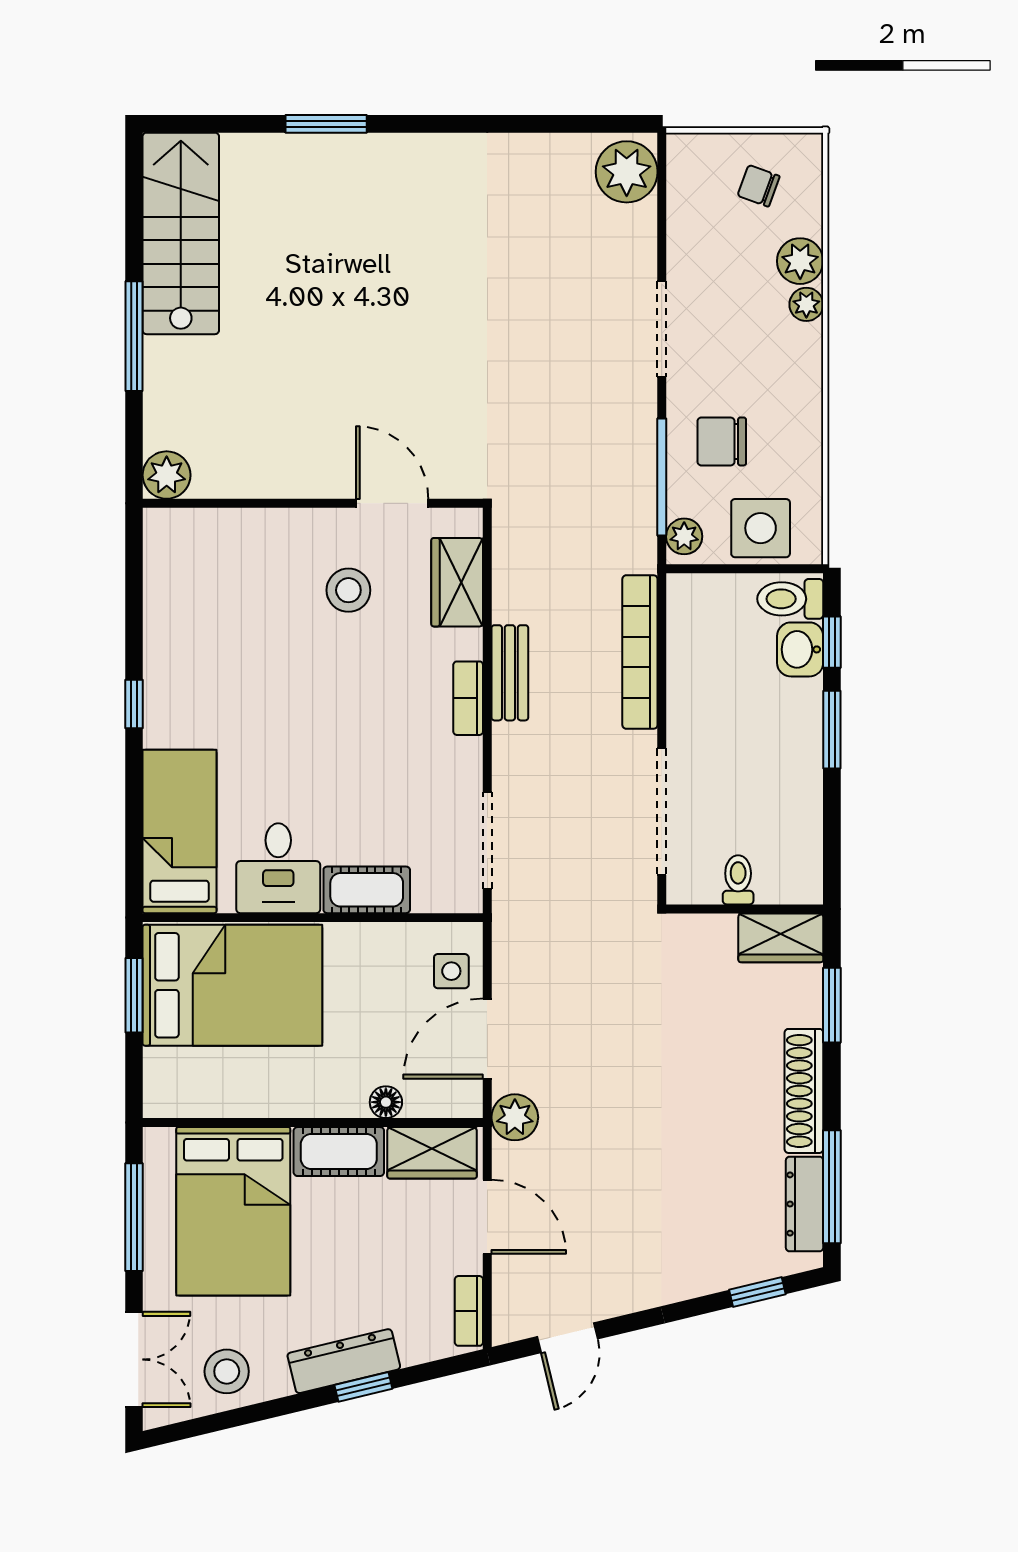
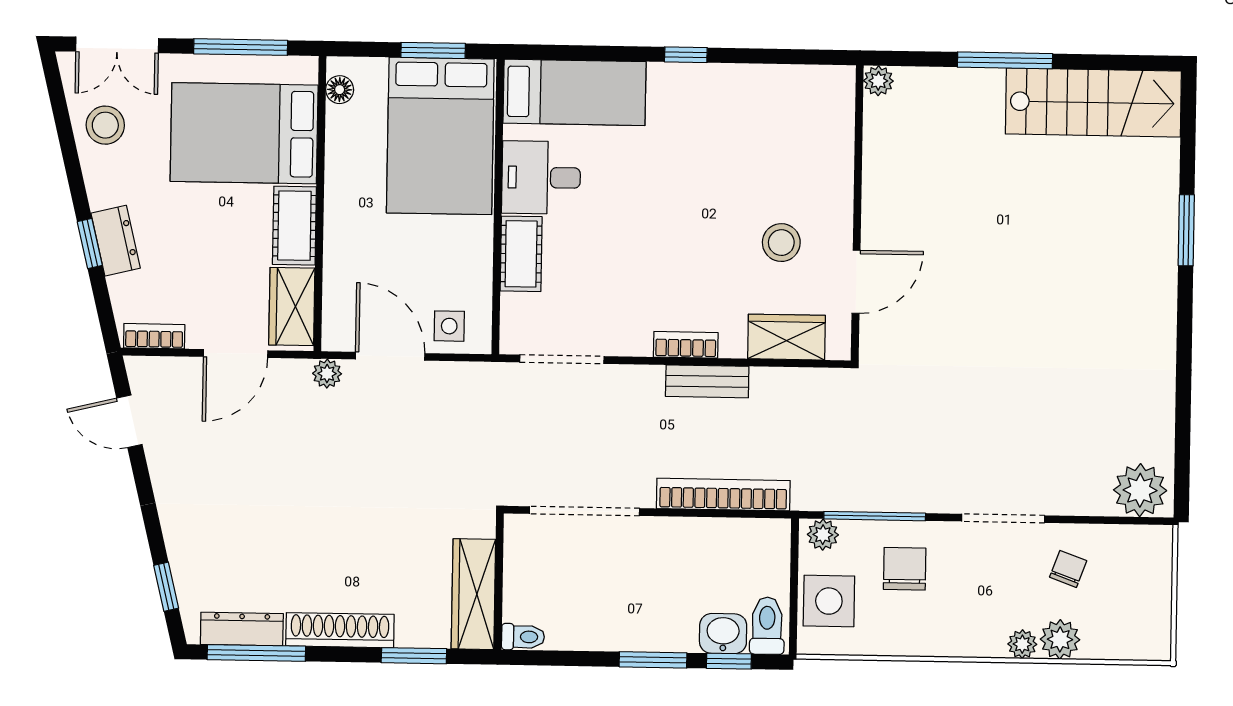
chair: (759, 186) -> (1068, 569), moved
plant: (167, 475) -> (878, 81), width x0.73, depth x0.73
toilet: (738, 880) -> (523, 637), moved
wardrobe: (781, 938) -> (473, 594), width x1.50
floor lamp: (386, 1102) -> (340, 90), moved
plant: (515, 1117) -> (327, 374), width x0.73, depth x0.73
dresser: (344, 1361) -> (116, 241), width x0.70

